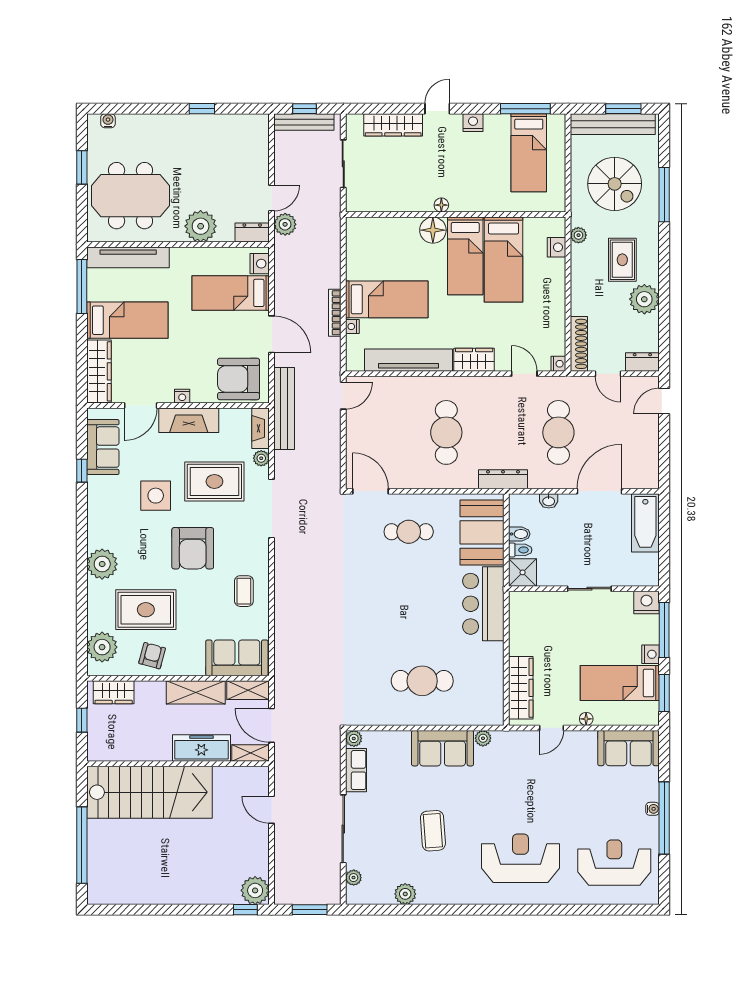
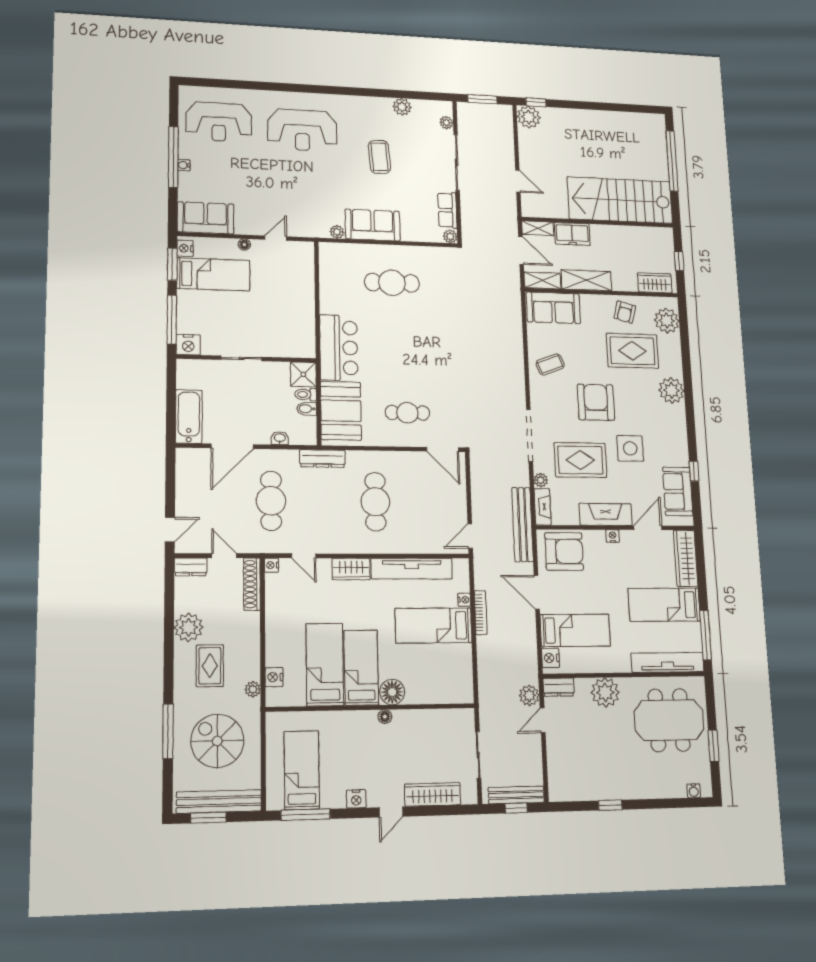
coffee table: (244, 591) -> (550, 364), turned 69
nightstand: (650, 654) -> (185, 248), moved
wardrobe: (521, 688) -> (304, 274), removed
freezer: (201, 748) -> (572, 234), width x0.71

